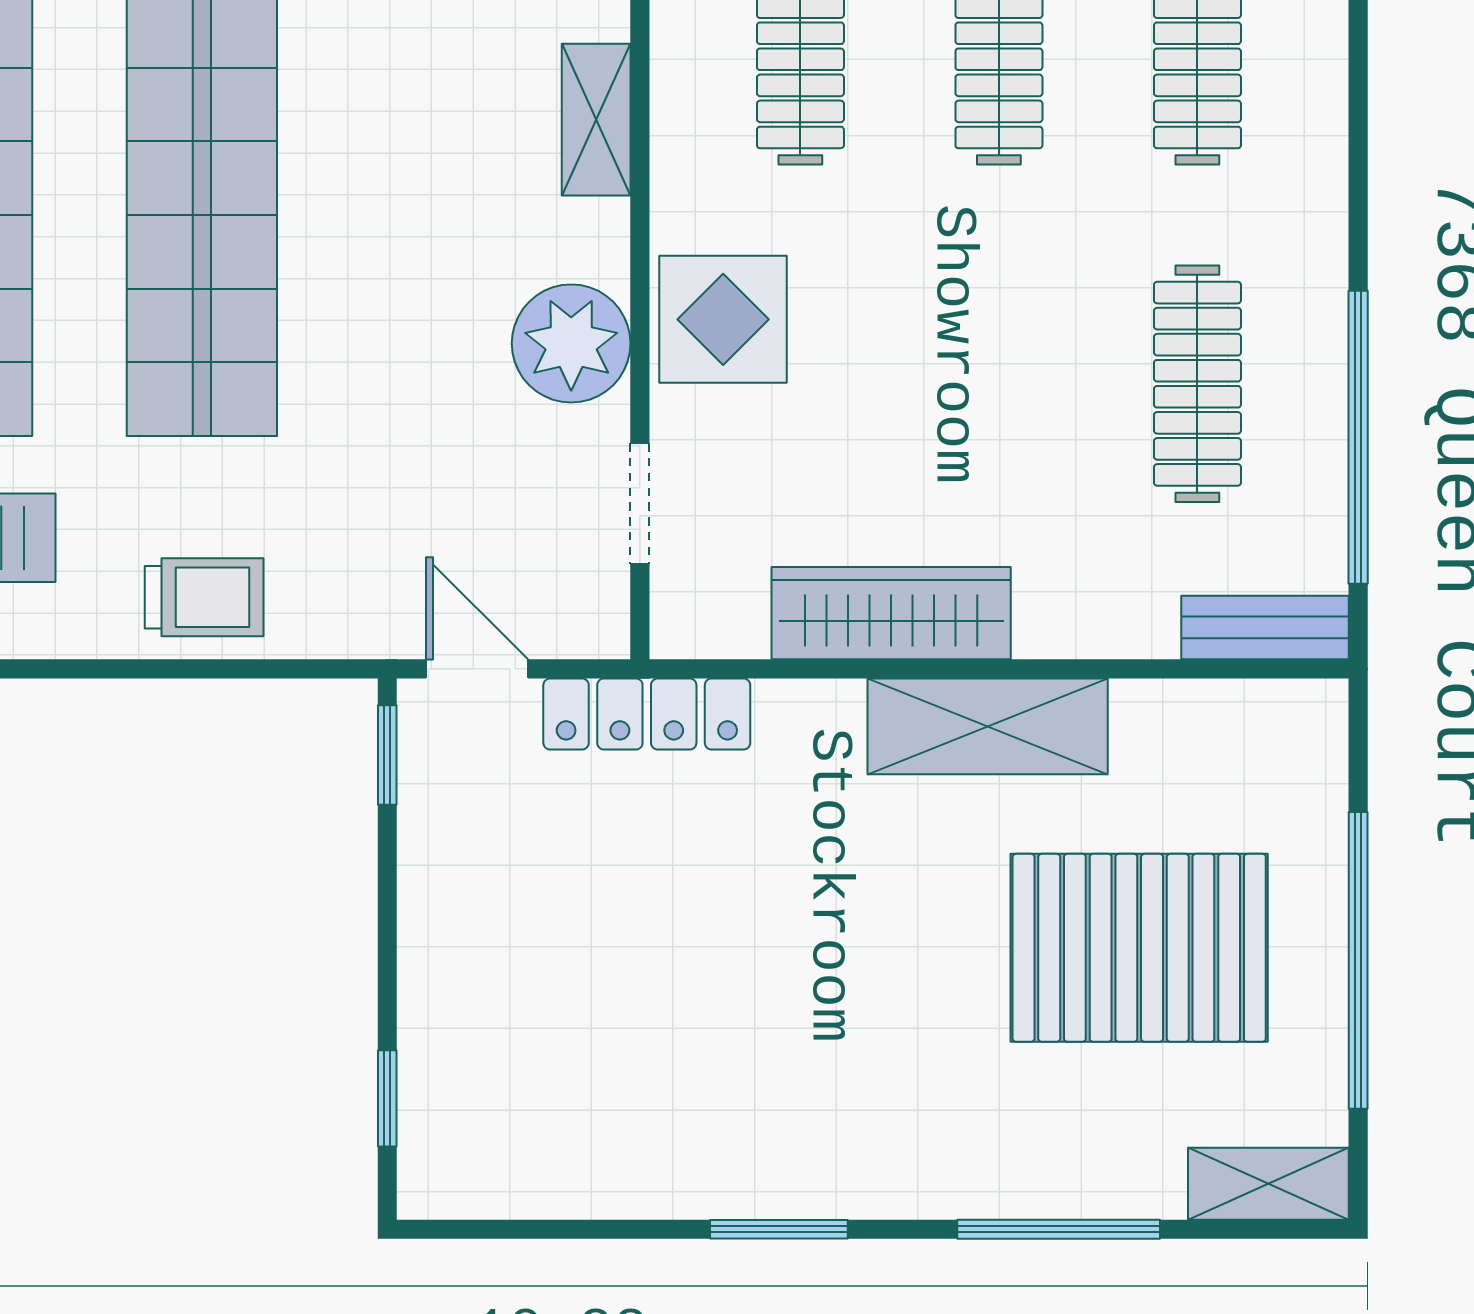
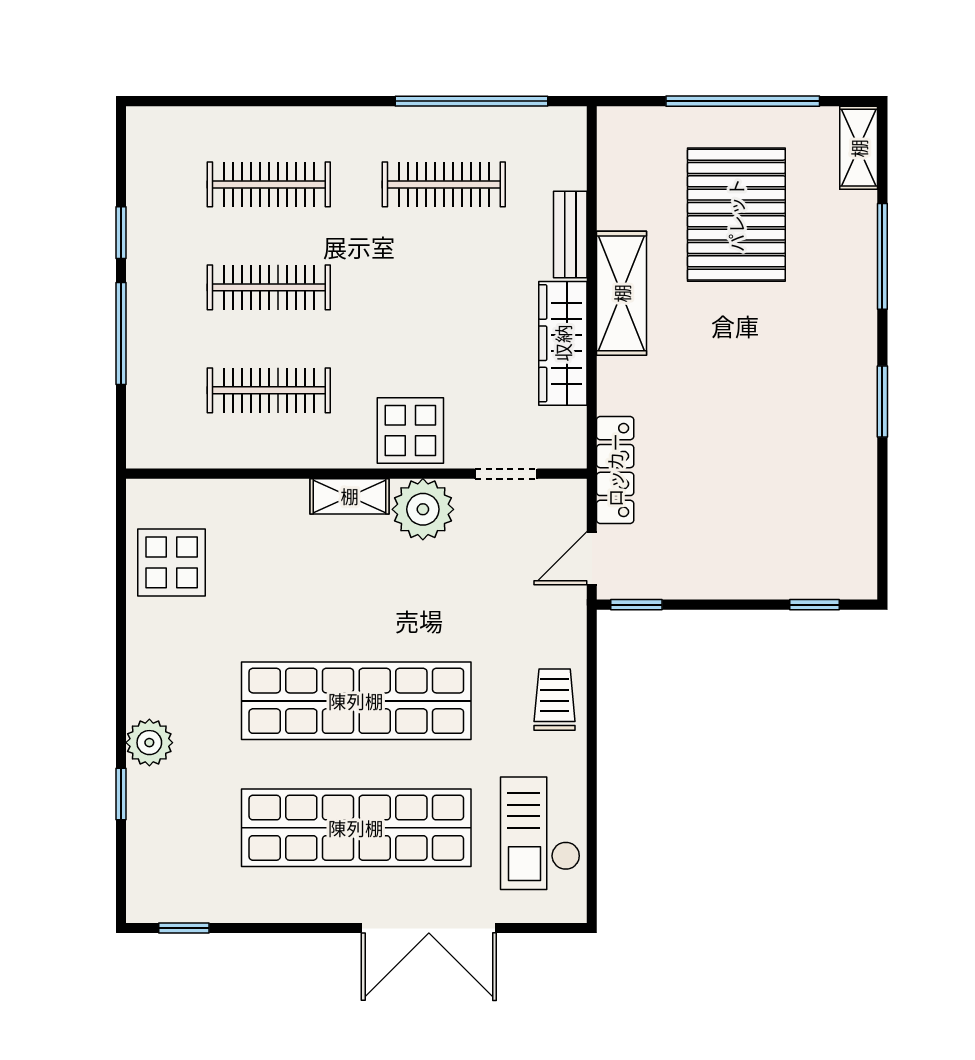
shelving: (596, 120) -> (350, 496), moved
bench: (1265, 627) -> (570, 235), moved

